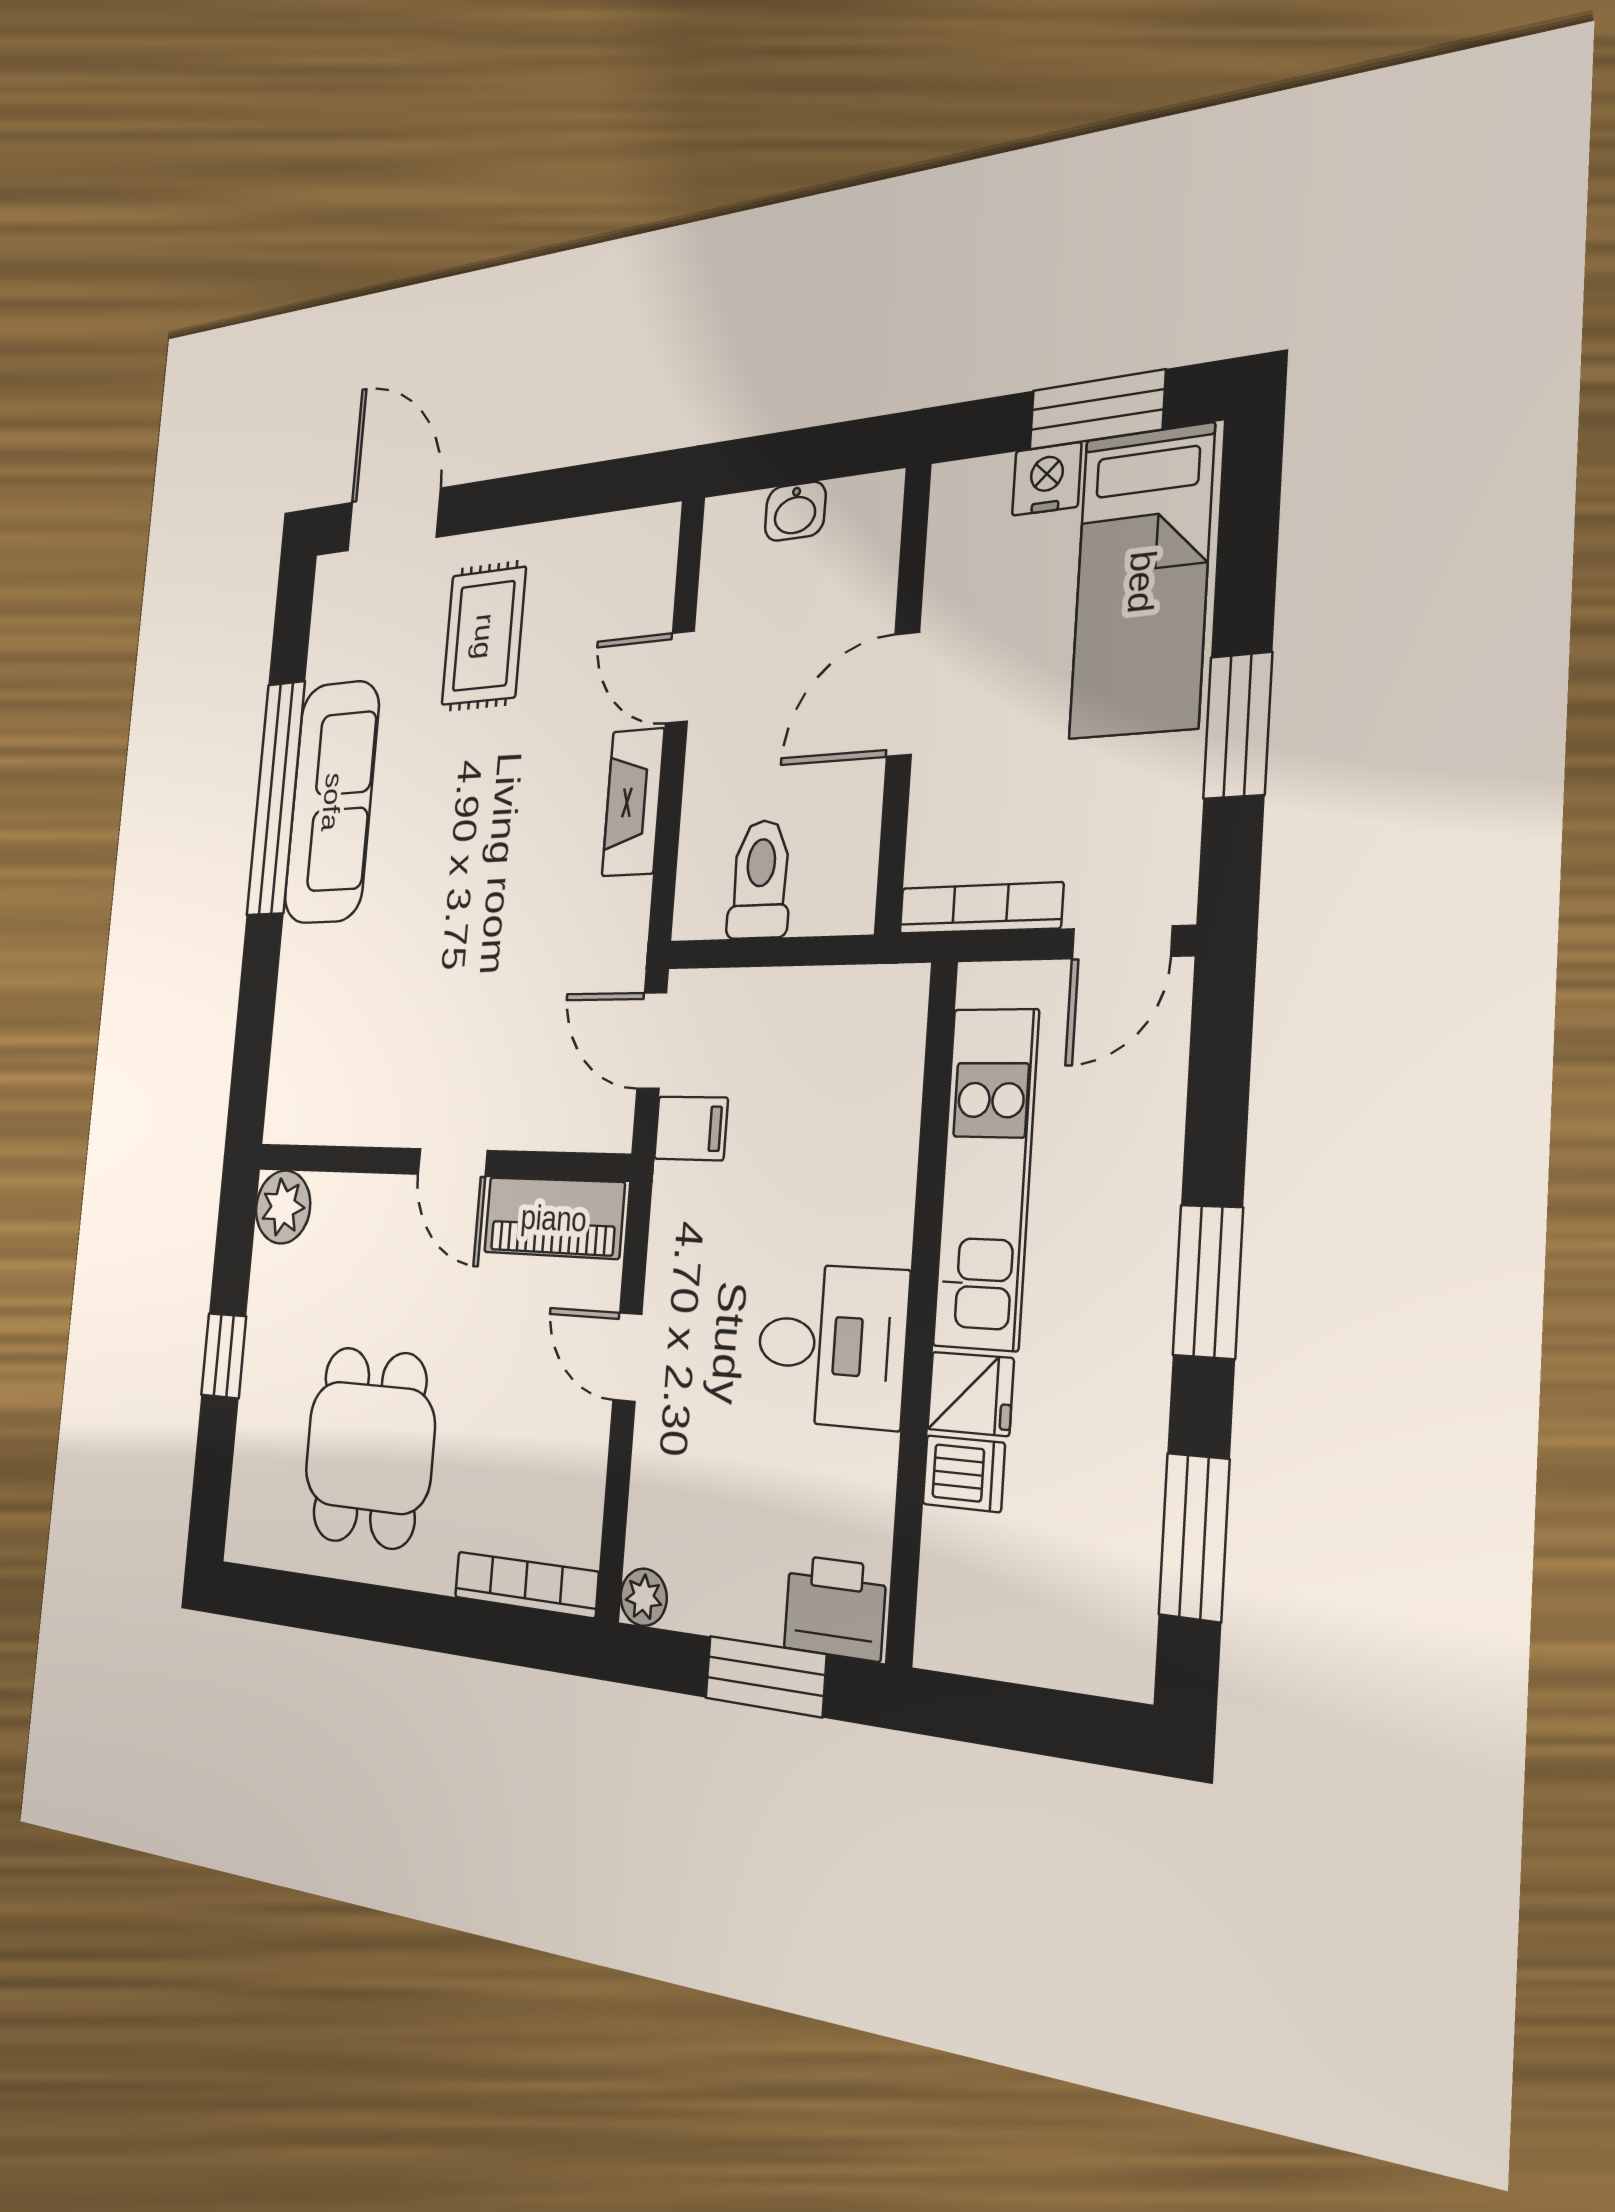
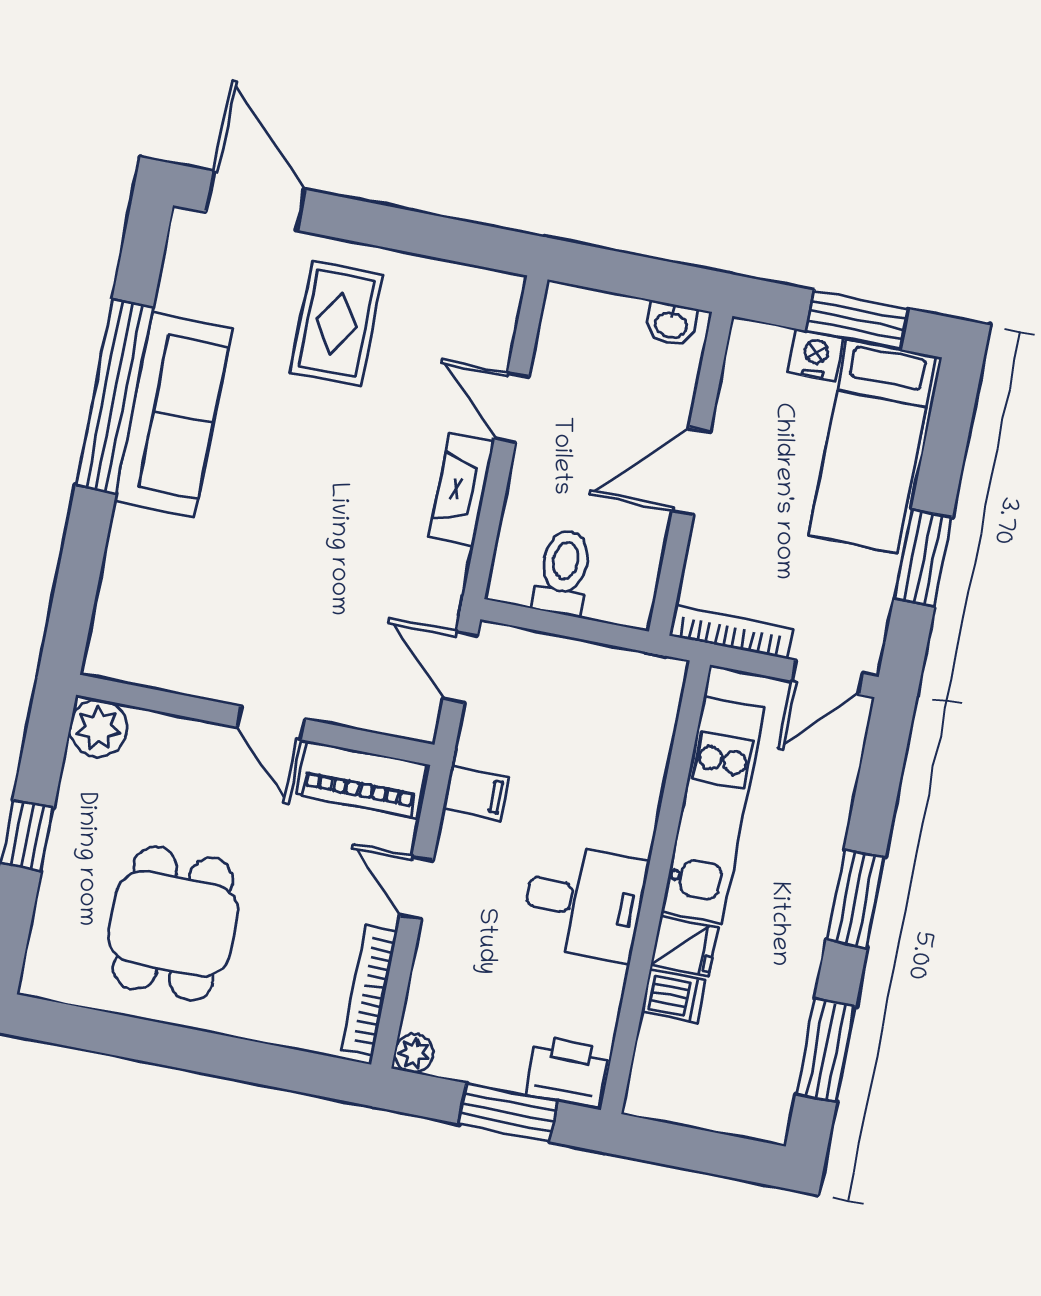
washbasin: (795, 511) -> (671, 324), moved
filing cabinet: (691, 1128) -> (476, 793), moved
bookcase: (526, 1585) -> (369, 990), moved, turned -90

